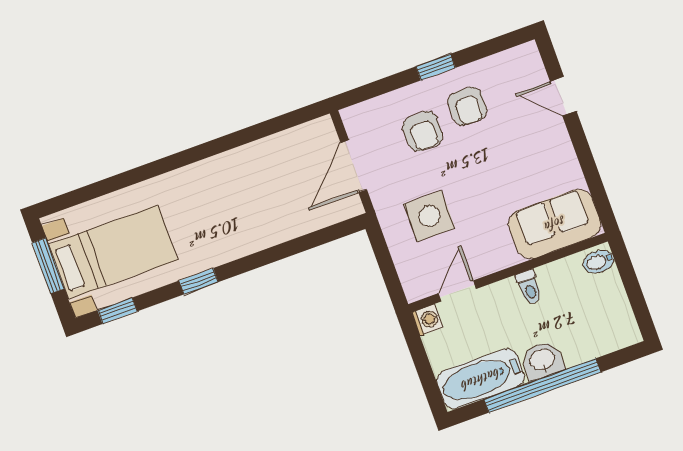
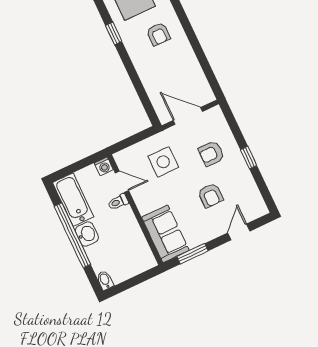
armchair: (467, 106) -> (210, 195), moved, turned -90
window: (594, 180) -> (192, 254), added
armchair: (207, 204) -> (158, 34), added
bidet: (599, 262) -> (105, 280), moved
toilet: (529, 287) -> (118, 202), moved

